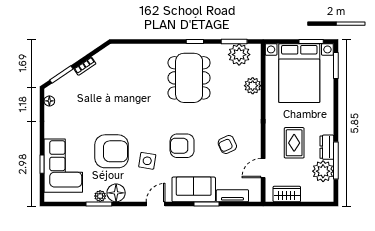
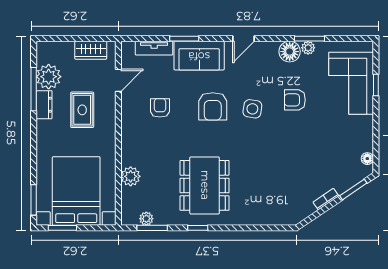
plant: (239, 55) -> (146, 219), width x0.53, depth x0.53
armchair: (227, 144) -> (160, 108), turned -65
armchair: (182, 146) -> (213, 106), turned 90
armchair: (112, 151) -> (295, 100), width x0.53, depth x0.53
side table: (147, 161) -> (252, 109), moved

